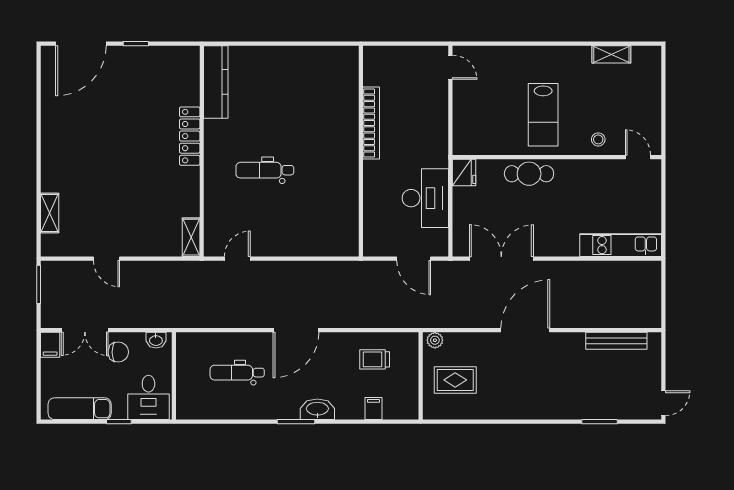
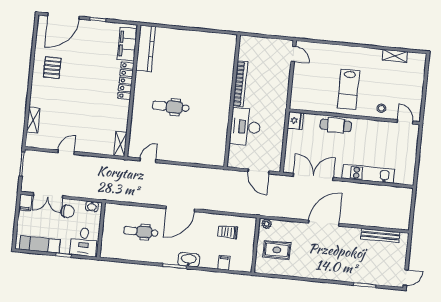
filing cabinet: (186, 78) -> (127, 44), added
pallet: (71, 127) -> (52, 68), added
desk: (425, 198) -> (245, 127), moved, turned 180
kitchen unit: (621, 245) -> (368, 174), moved
door: (106, 259) -> (66, 152), swing flipped

